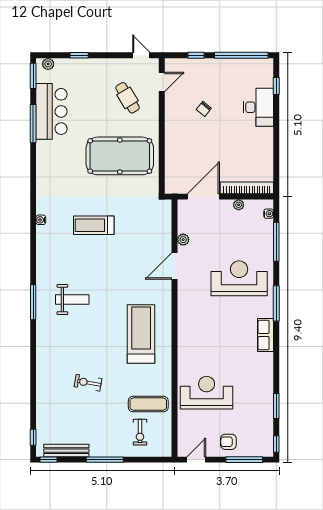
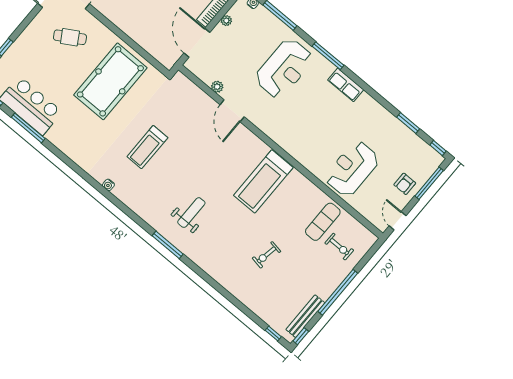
reception desk: (239, 278) -> (284, 68), turned 180
treadmill: (141, 334) -> (263, 181), turned -90
window: (105, 460) -> (338, 292), width x1.46

